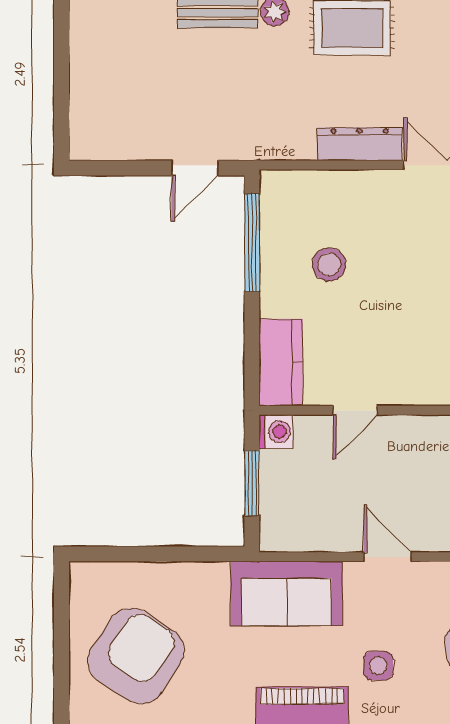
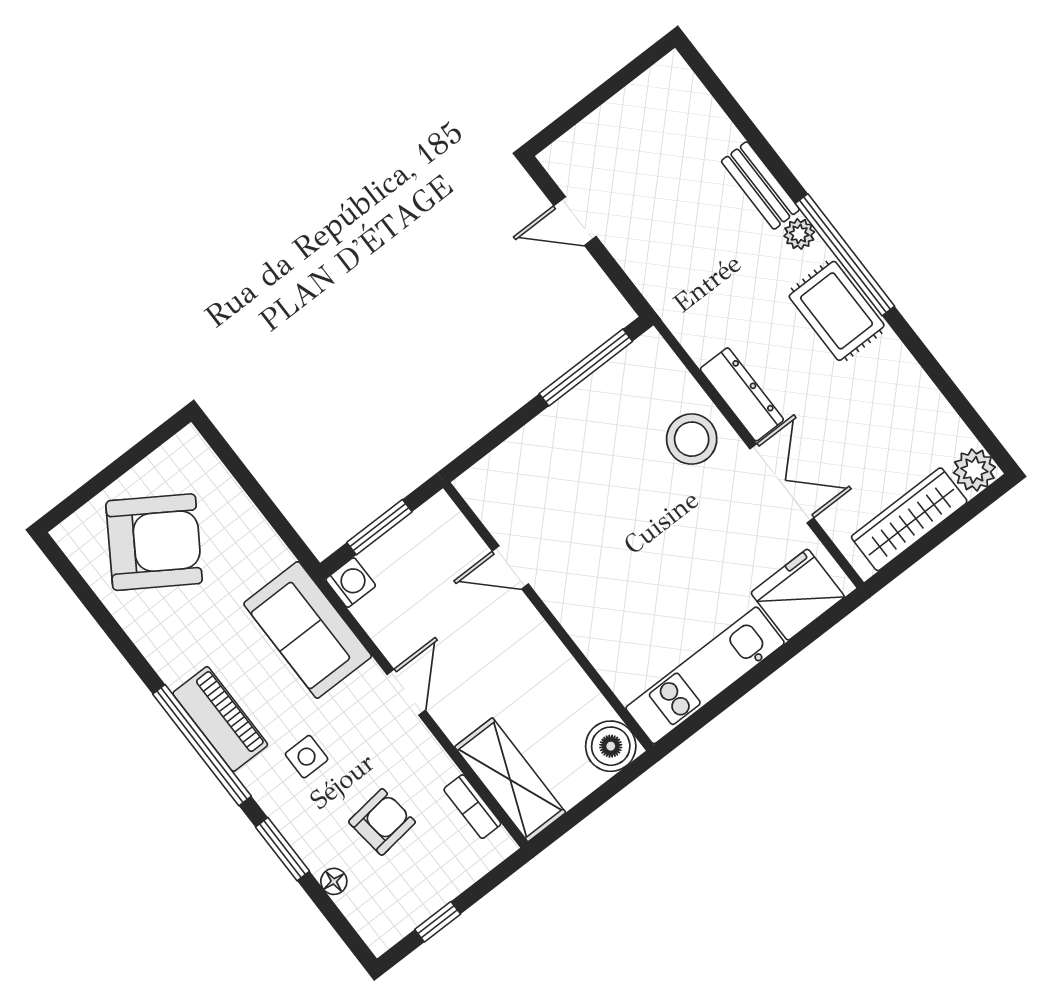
door: (195, 168) -> (575, 221), moved
stool: (329, 264) -> (692, 439), moved, width x1.38, depth x1.38
kitchen counter: (281, 362) -> (502, 472), removed
washing machine: (276, 432) -> (351, 583), moved, turned -90

